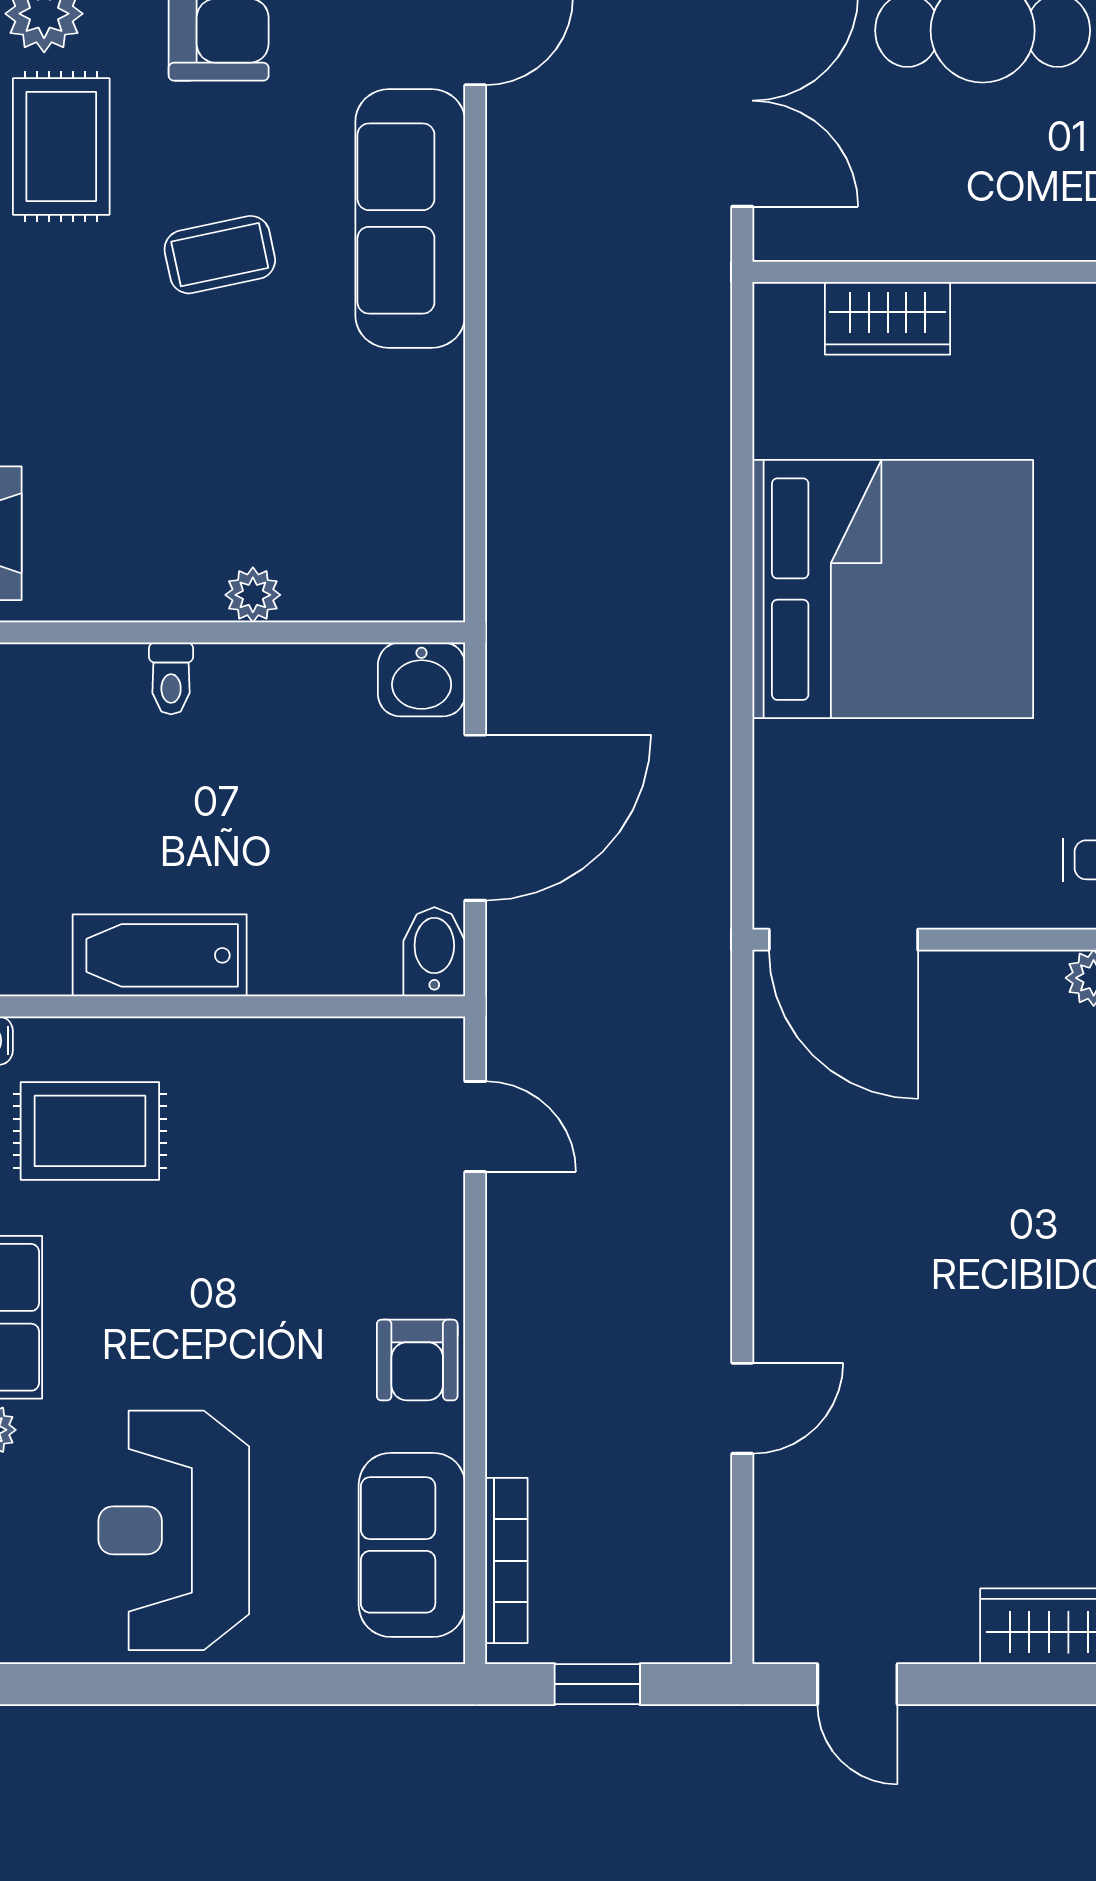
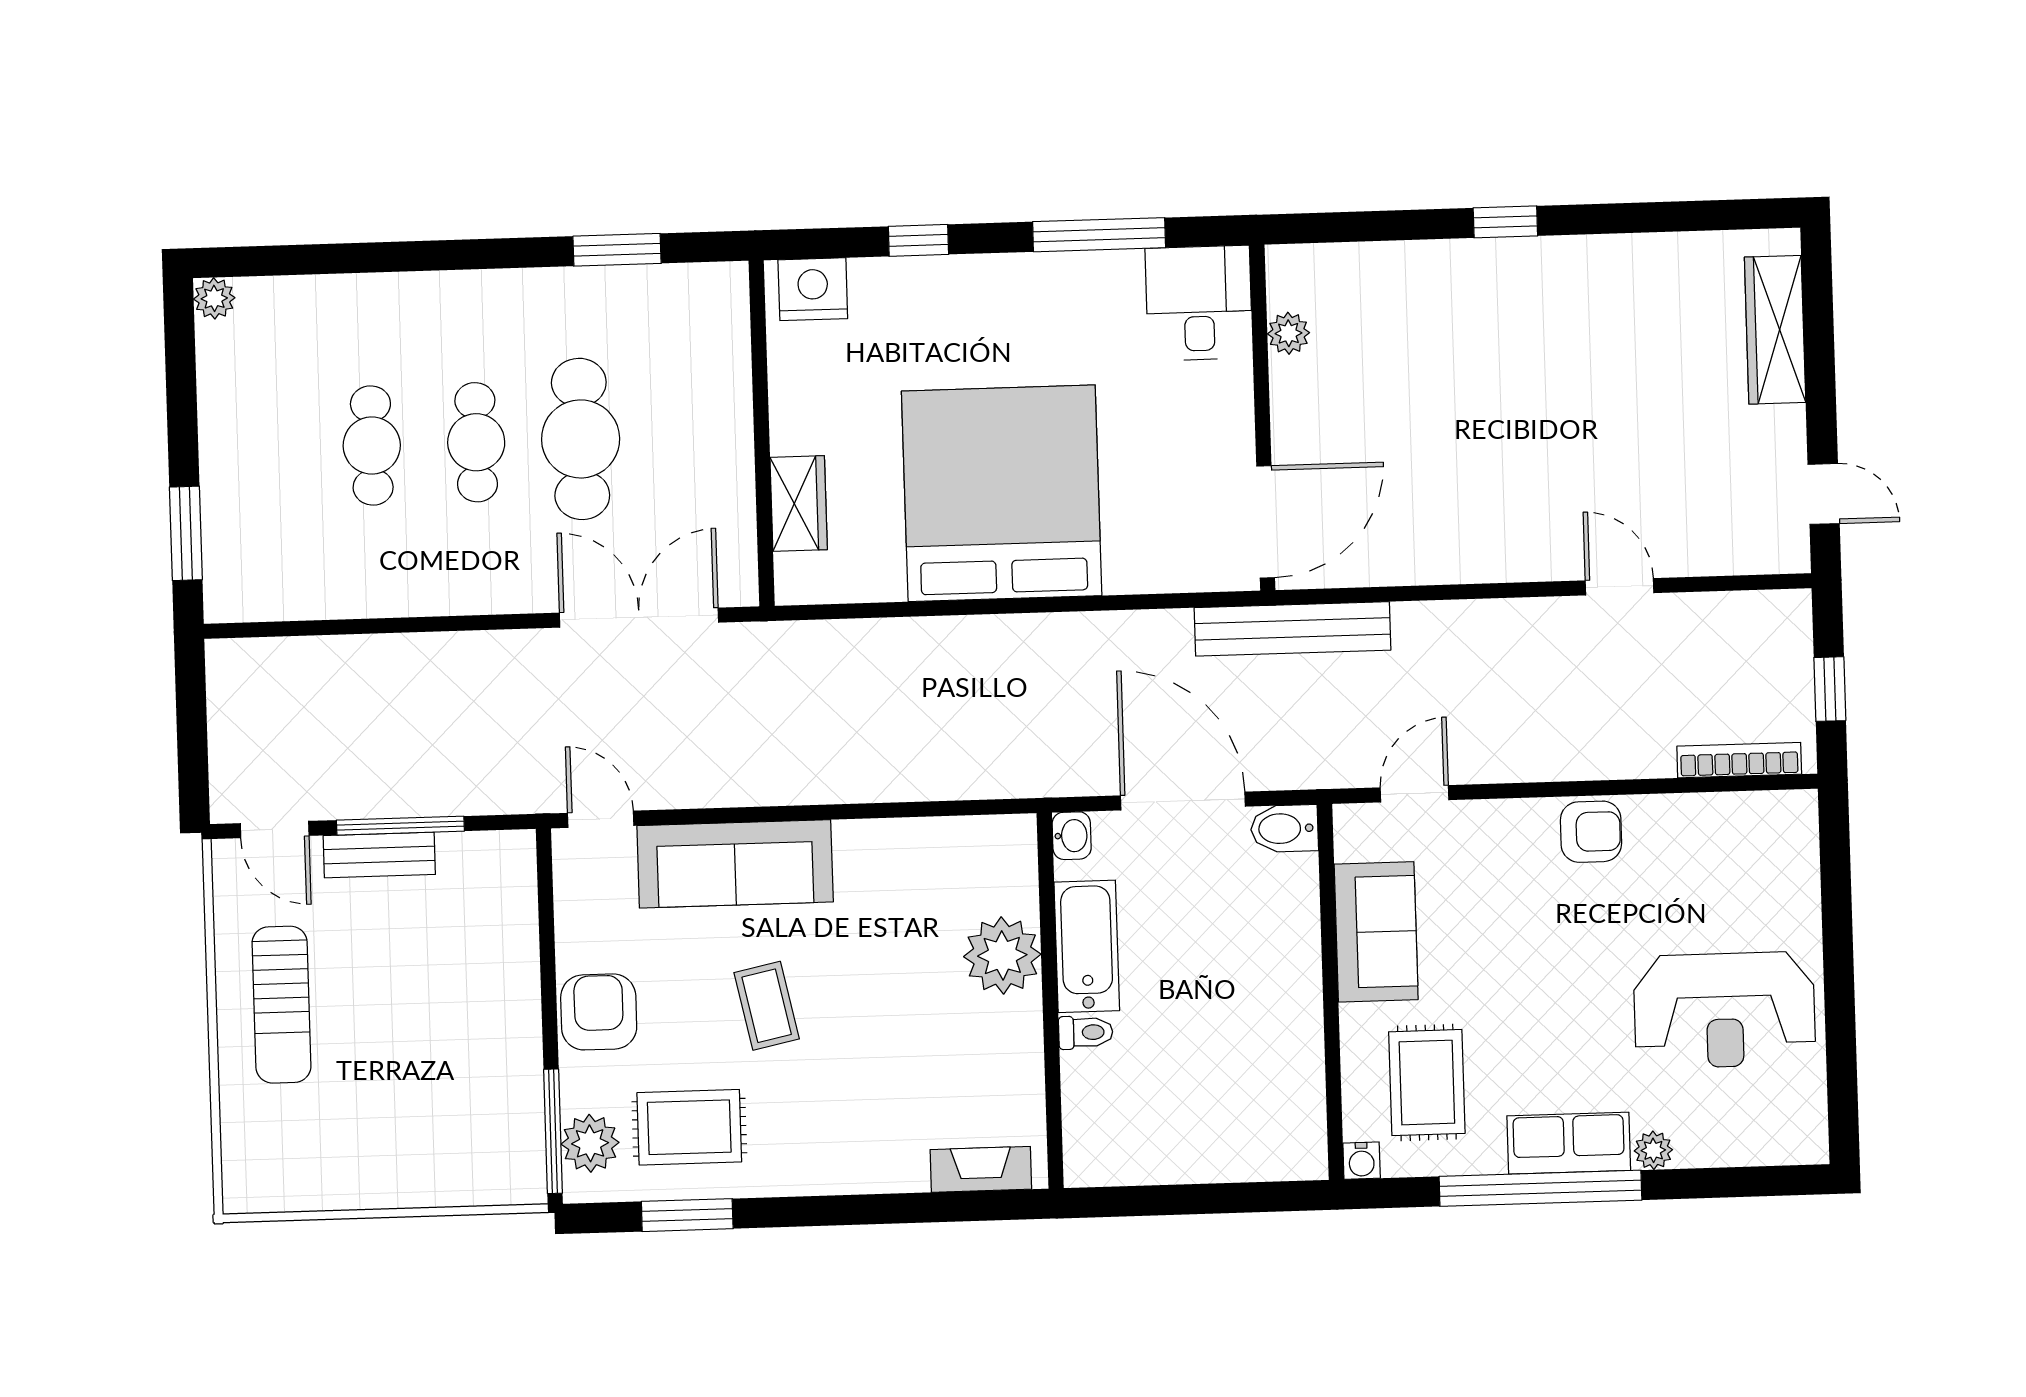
plant: (253, 595) -> (1002, 955), width x1.88, depth x1.88
washbasin: (422, 679) -> (1072, 836), width x0.72, depth x0.69
bathtub: (160, 955) -> (1087, 946), moved, turned 180
bench: (700, 971) -> (1293, 629), added
sofa: (412, 1545) -> (1376, 932), moved, turned -90
door: (857, 1684) -> (1824, 494), hinge flipped

